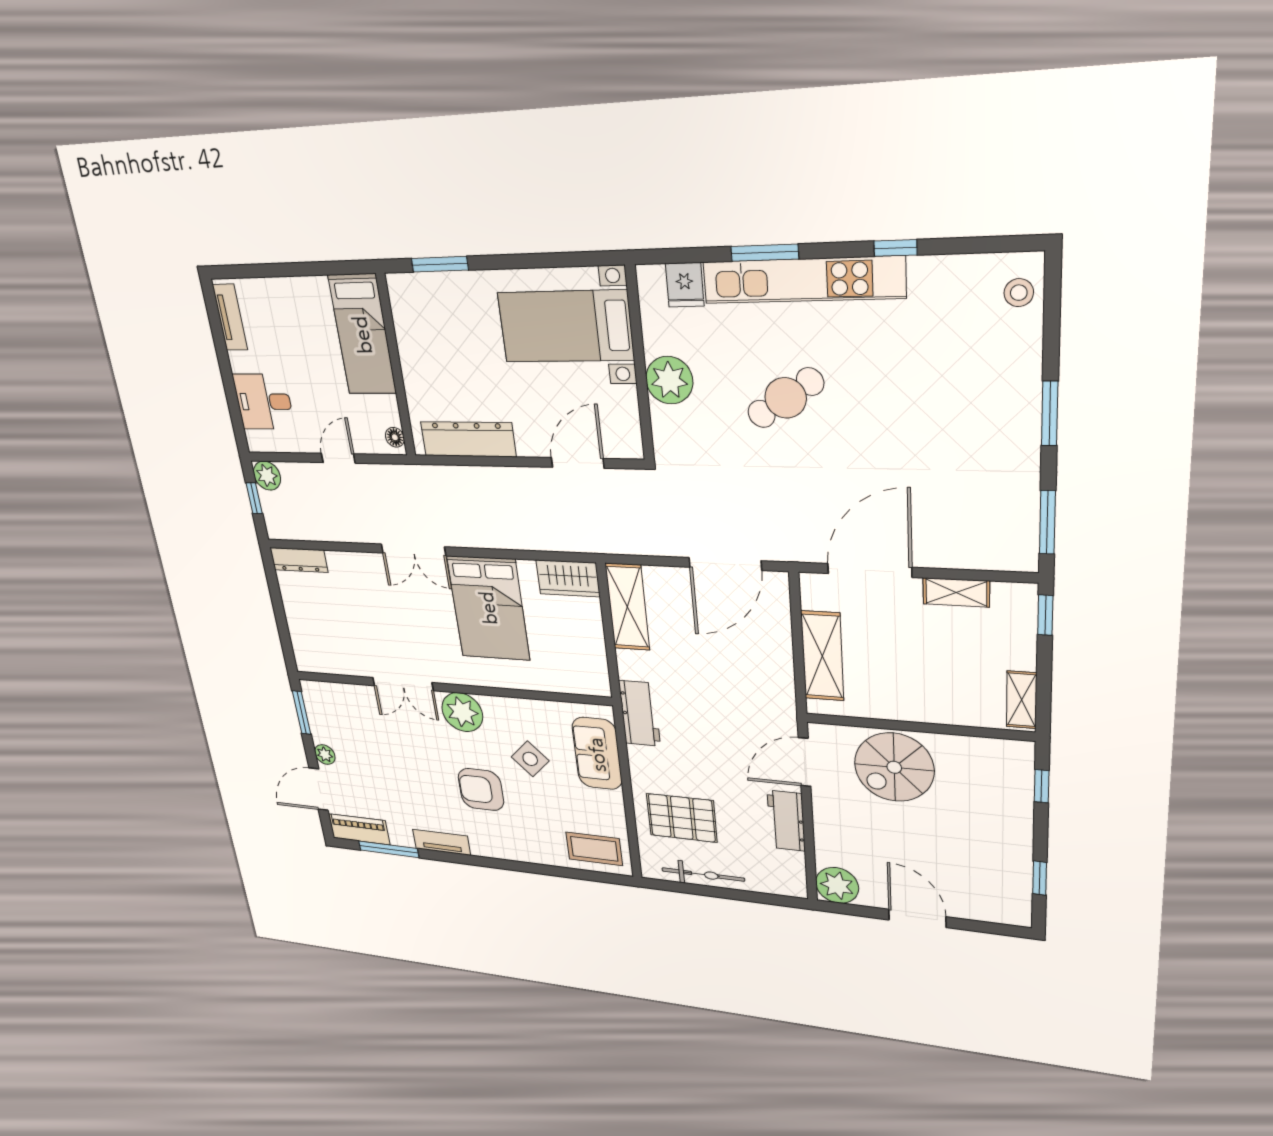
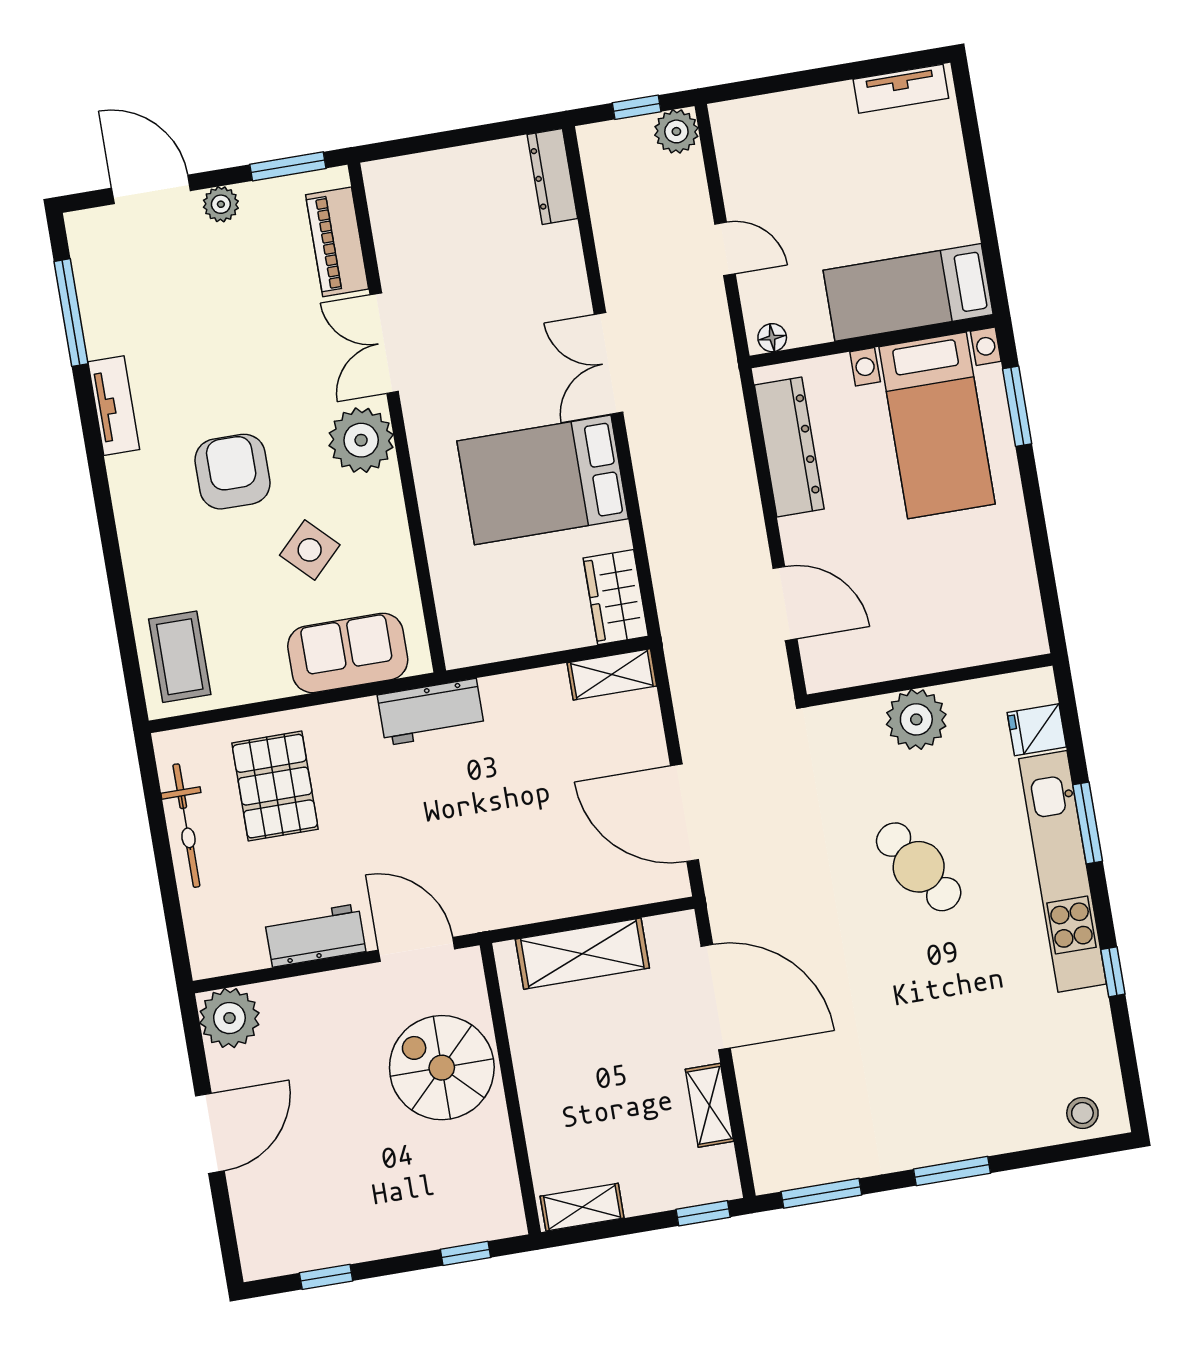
bed with nightstands: (565, 326) -> (937, 425), moved, turned 180
desk: (264, 402) -> (788, 134), removed
shelving: (627, 607) -> (612, 674), width x0.67, depth x0.75
piano: (359, 829) -> (337, 242), moved, turned 180

